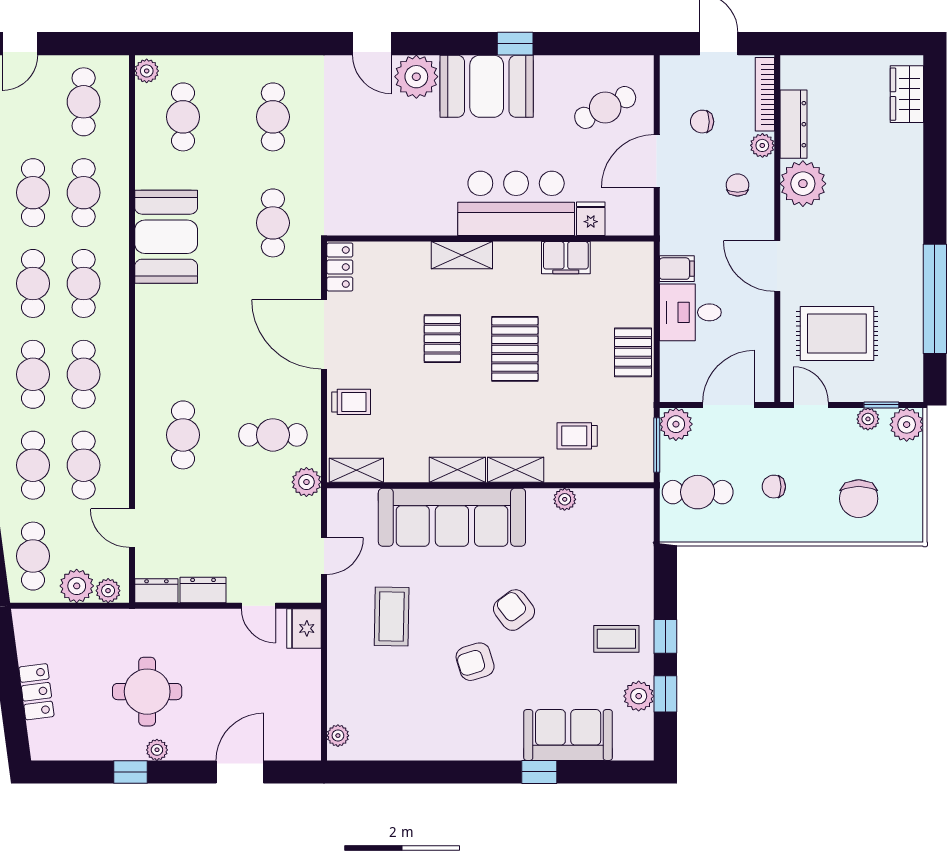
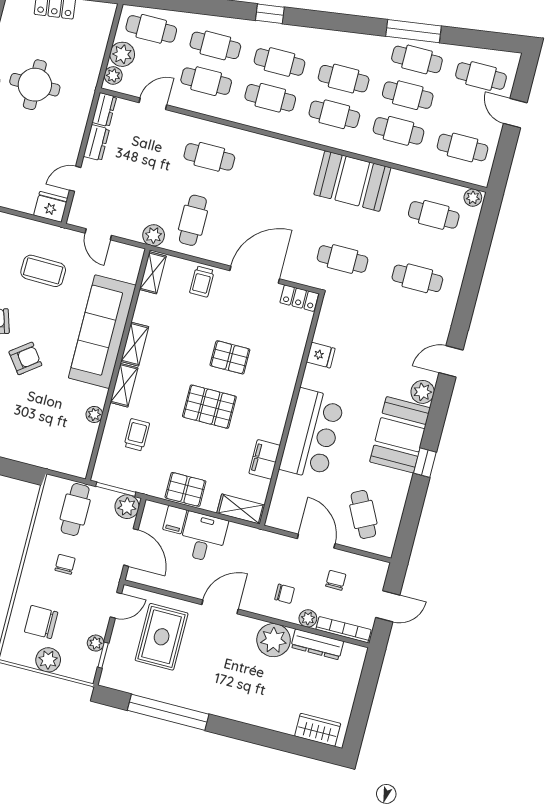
plant: (416, 77) -> (423, 392), width x0.73, depth x0.73
fridge: (591, 219) -> (321, 355), moved
shelving: (462, 255) -> (241, 509), moved, turned 90
filing cabinet: (677, 269) -> (175, 520), moved
plant: (907, 425) -> (48, 660), moved

